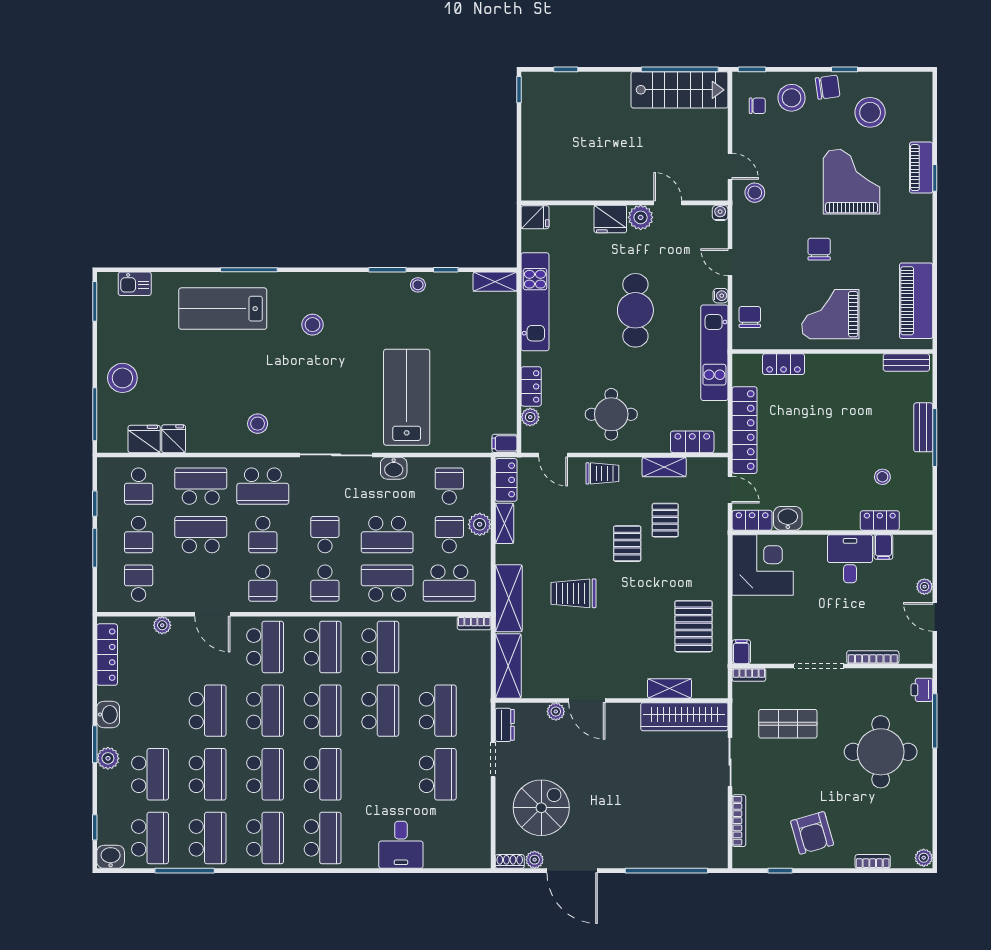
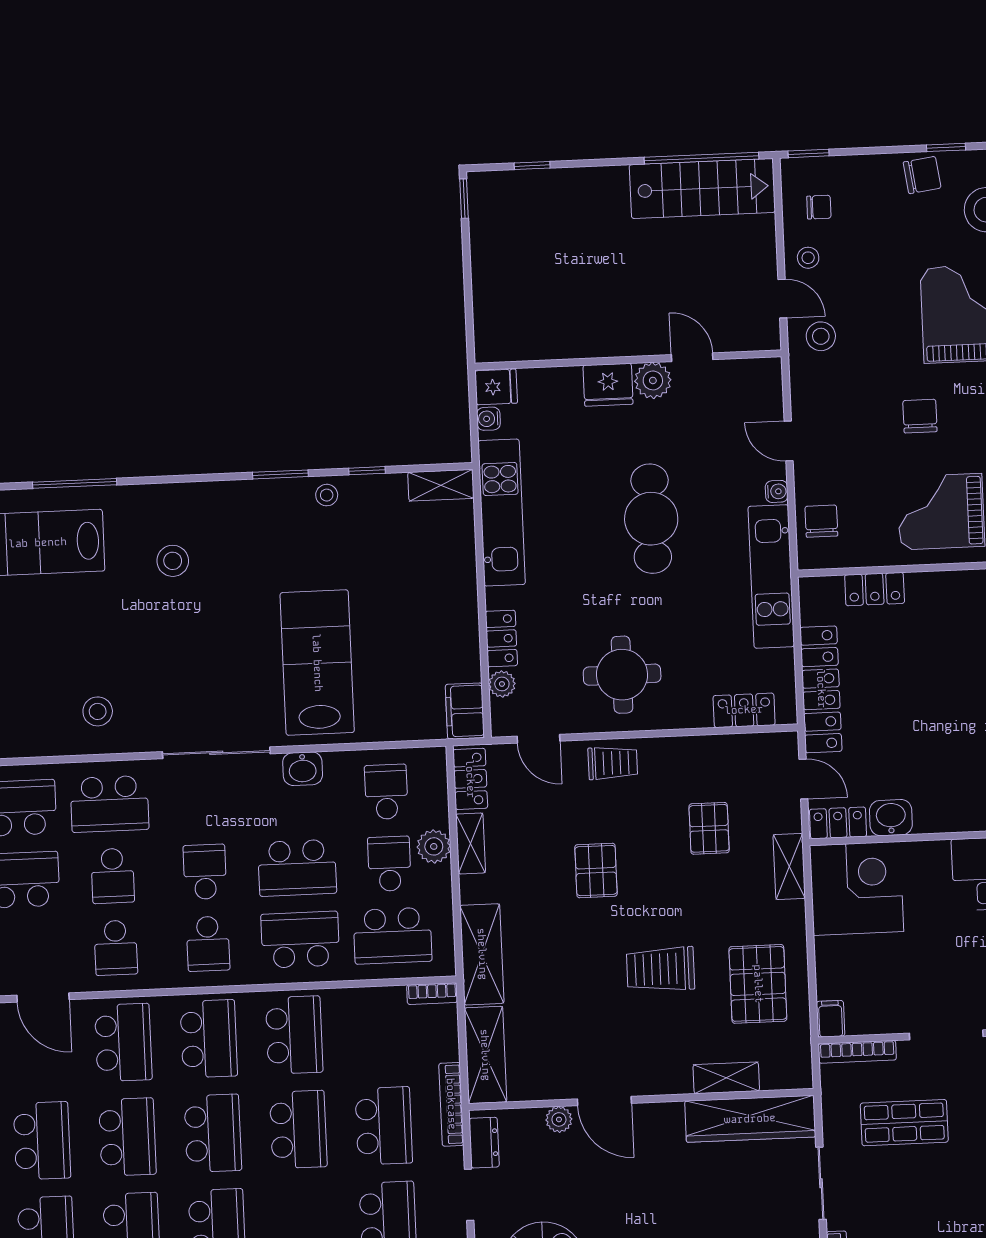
stool: (792, 98) -> (808, 258), moved, width x0.53, depth x0.53
water cooler: (720, 213) -> (488, 419), moved, turned -90
filing cabinet: (504, 443) -> (465, 711), width x2.00
shelving: (664, 467) -> (789, 866), moved, turned 90
pallet: (627, 544) -> (596, 871), moved
trolley: (573, 593) -> (661, 969), moved
bookcase: (749, 675) -> (857, 1052), width x1.56
bookcase: (484, 698) -> (451, 1104), added

